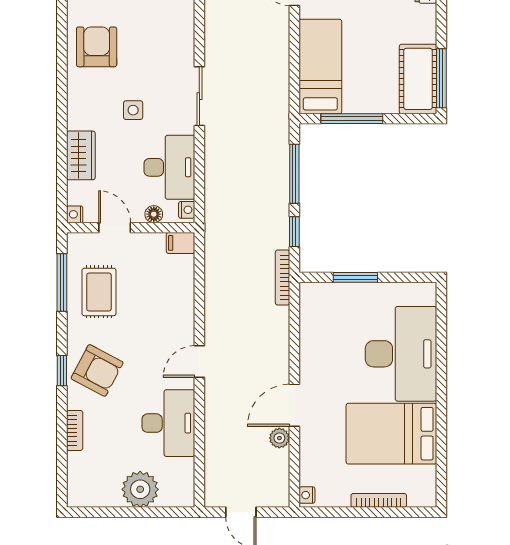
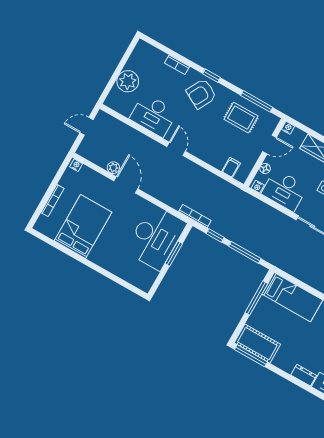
filing cabinet: (181, 243) -> (231, 167), moved
desk: (401, 354) -> (156, 237), moved, turned -90

